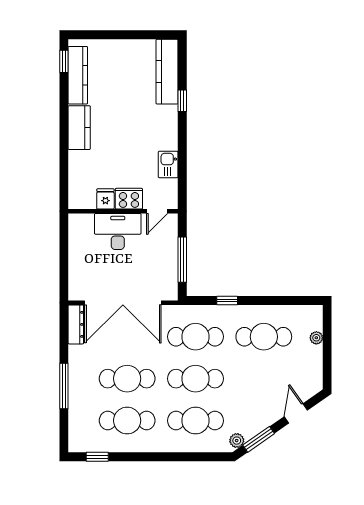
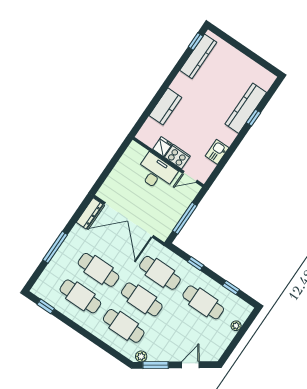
kitchen counter: (167, 72) -> (246, 108), moved
kitchen counter: (79, 128) -> (165, 106), moved
window: (283, 300) -> (231, 288), added

